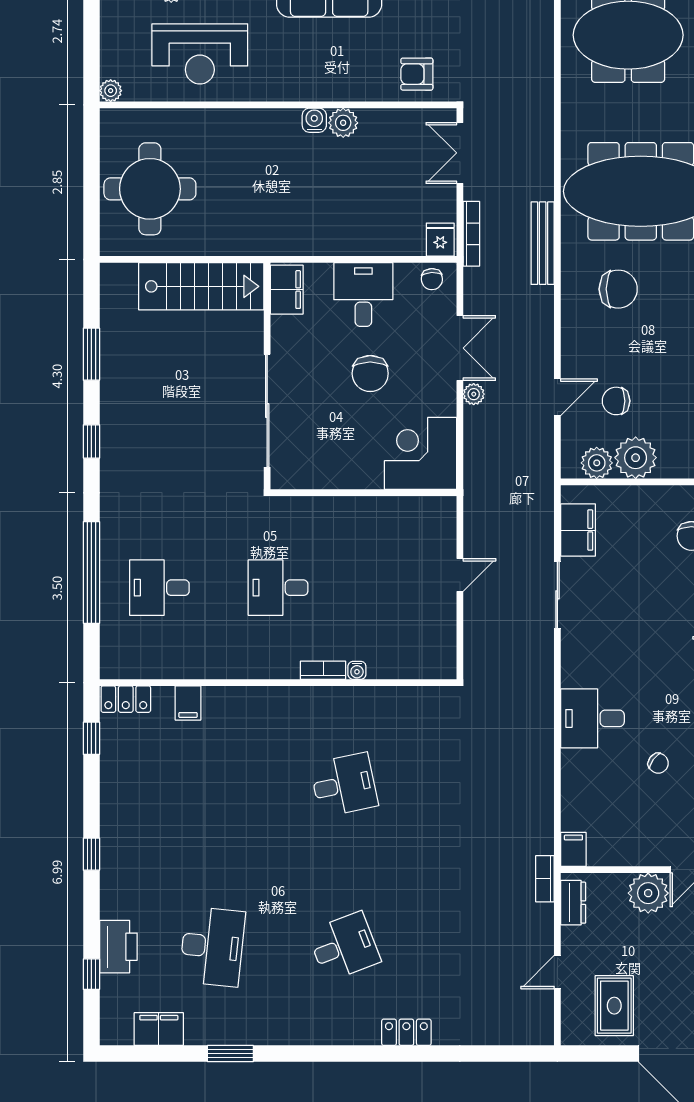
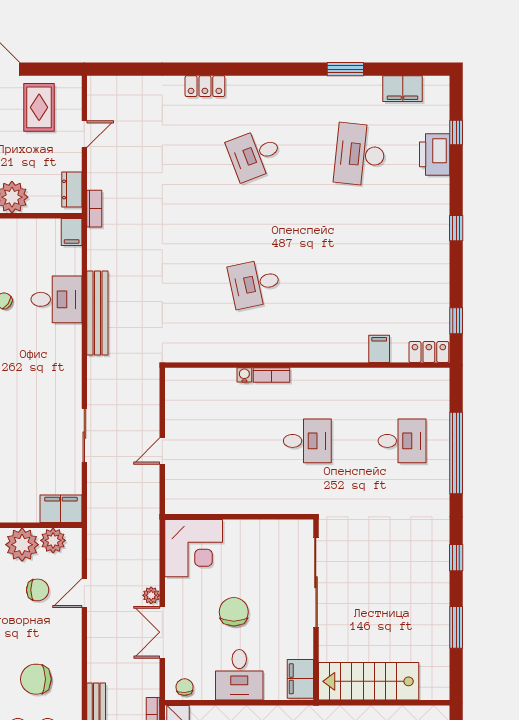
filing cabinet: (578, 530) -> (61, 509), moved, turned 90
desk: (592, 718) -> (56, 299), moved
bench: (541, 748) -> (97, 313), added

